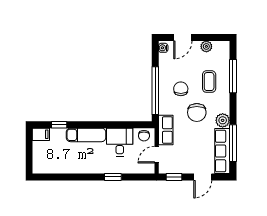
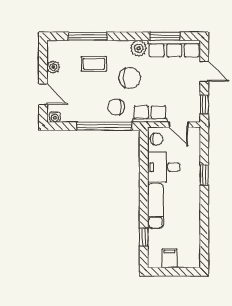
chair: (181, 89) -> (116, 107), moved
filing cabinet: (41, 134) -> (170, 258), moved
window: (233, 143) -> (165, 36), width x0.69

